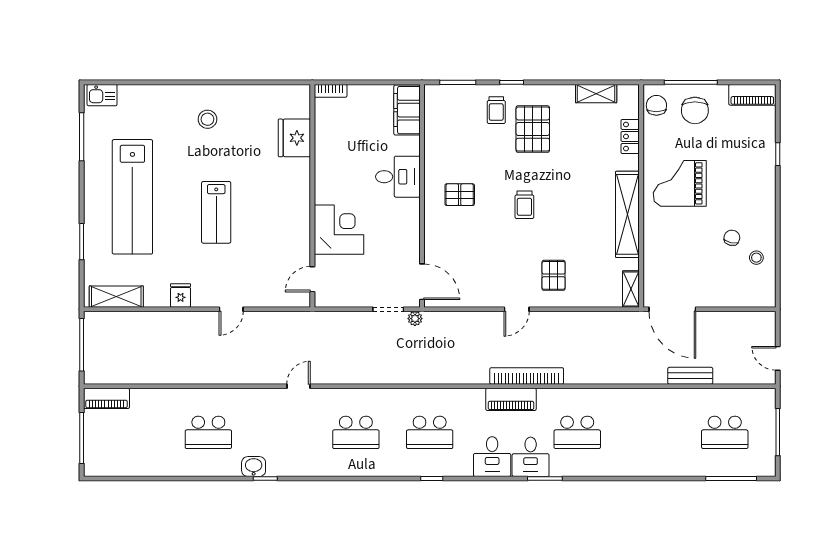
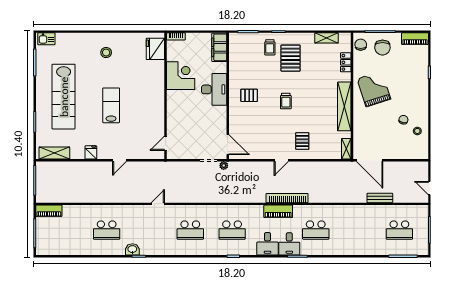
fridge: (294, 138) -> (155, 49), moved
desk: (398, 177) -> (214, 89), width x1.37
grand piano: (680, 183) -> (374, 89), turned 72
lab bench: (216, 212) -> (111, 105), turned 180
corner desk: (339, 230) -> (181, 76), moved

